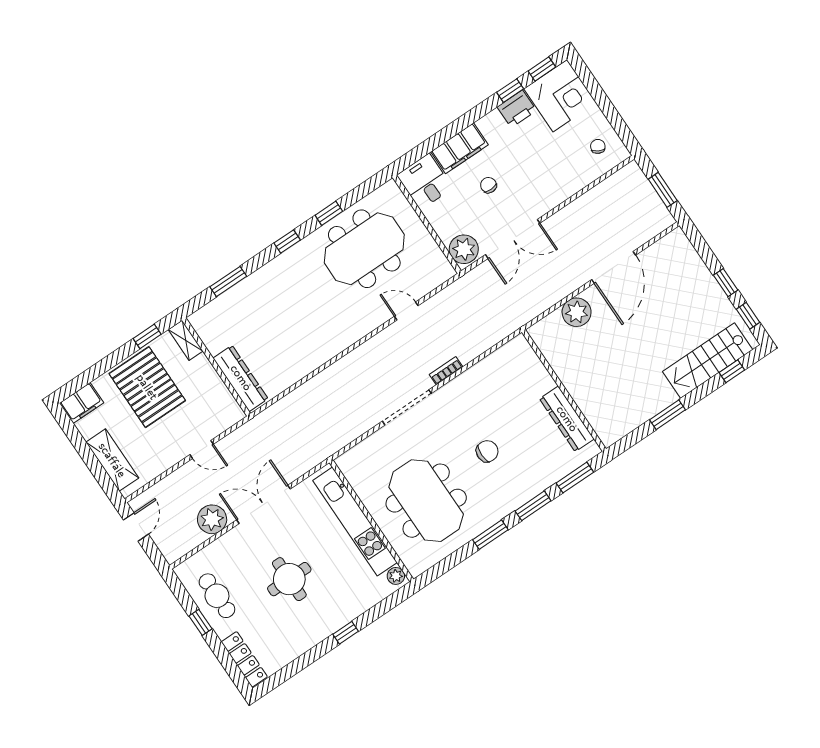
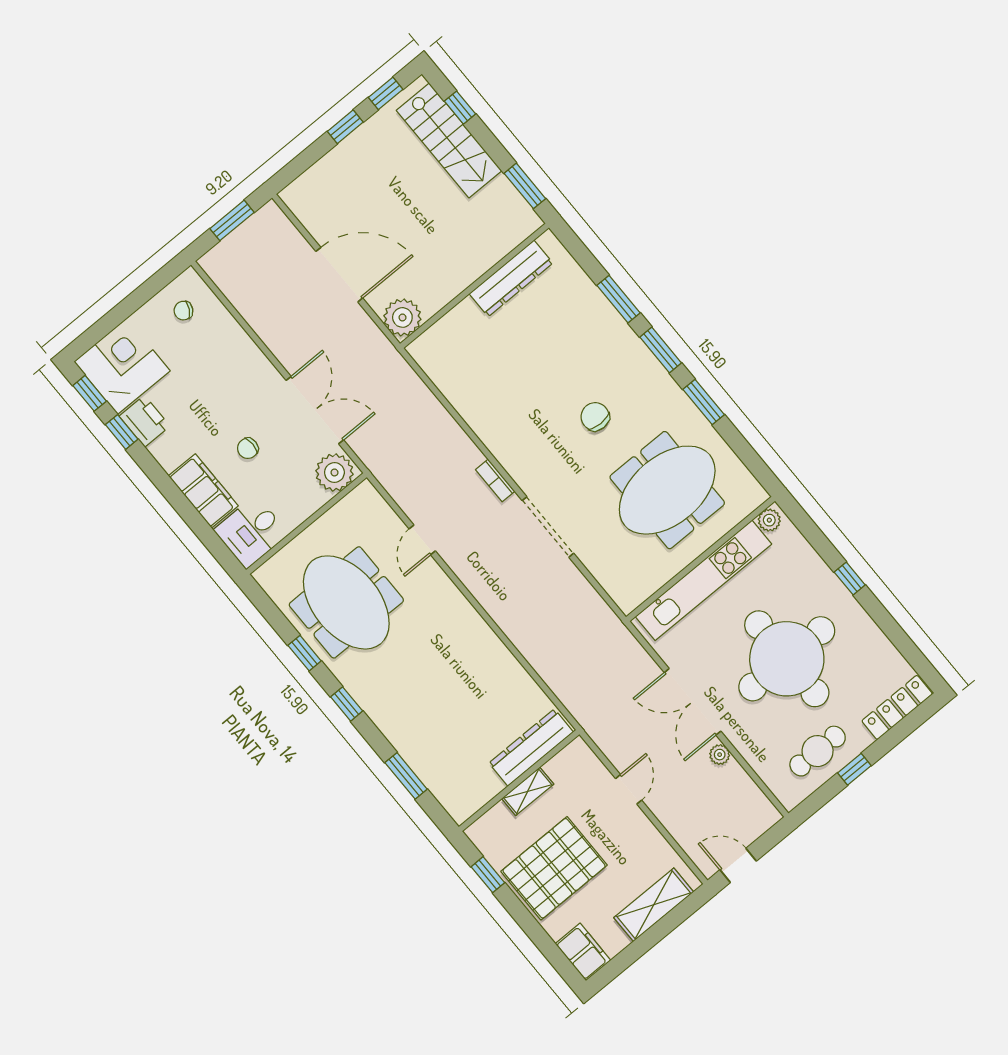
shelving: (186, 340) -> (528, 791), moved
wall: (564, 391) -> (475, 286), moved
dresser: (567, 419) -> (511, 278), moved
plant: (212, 519) -> (720, 755), width x0.53, depth x0.53
round table: (289, 579) -> (787, 659), width x1.86, depth x1.86

